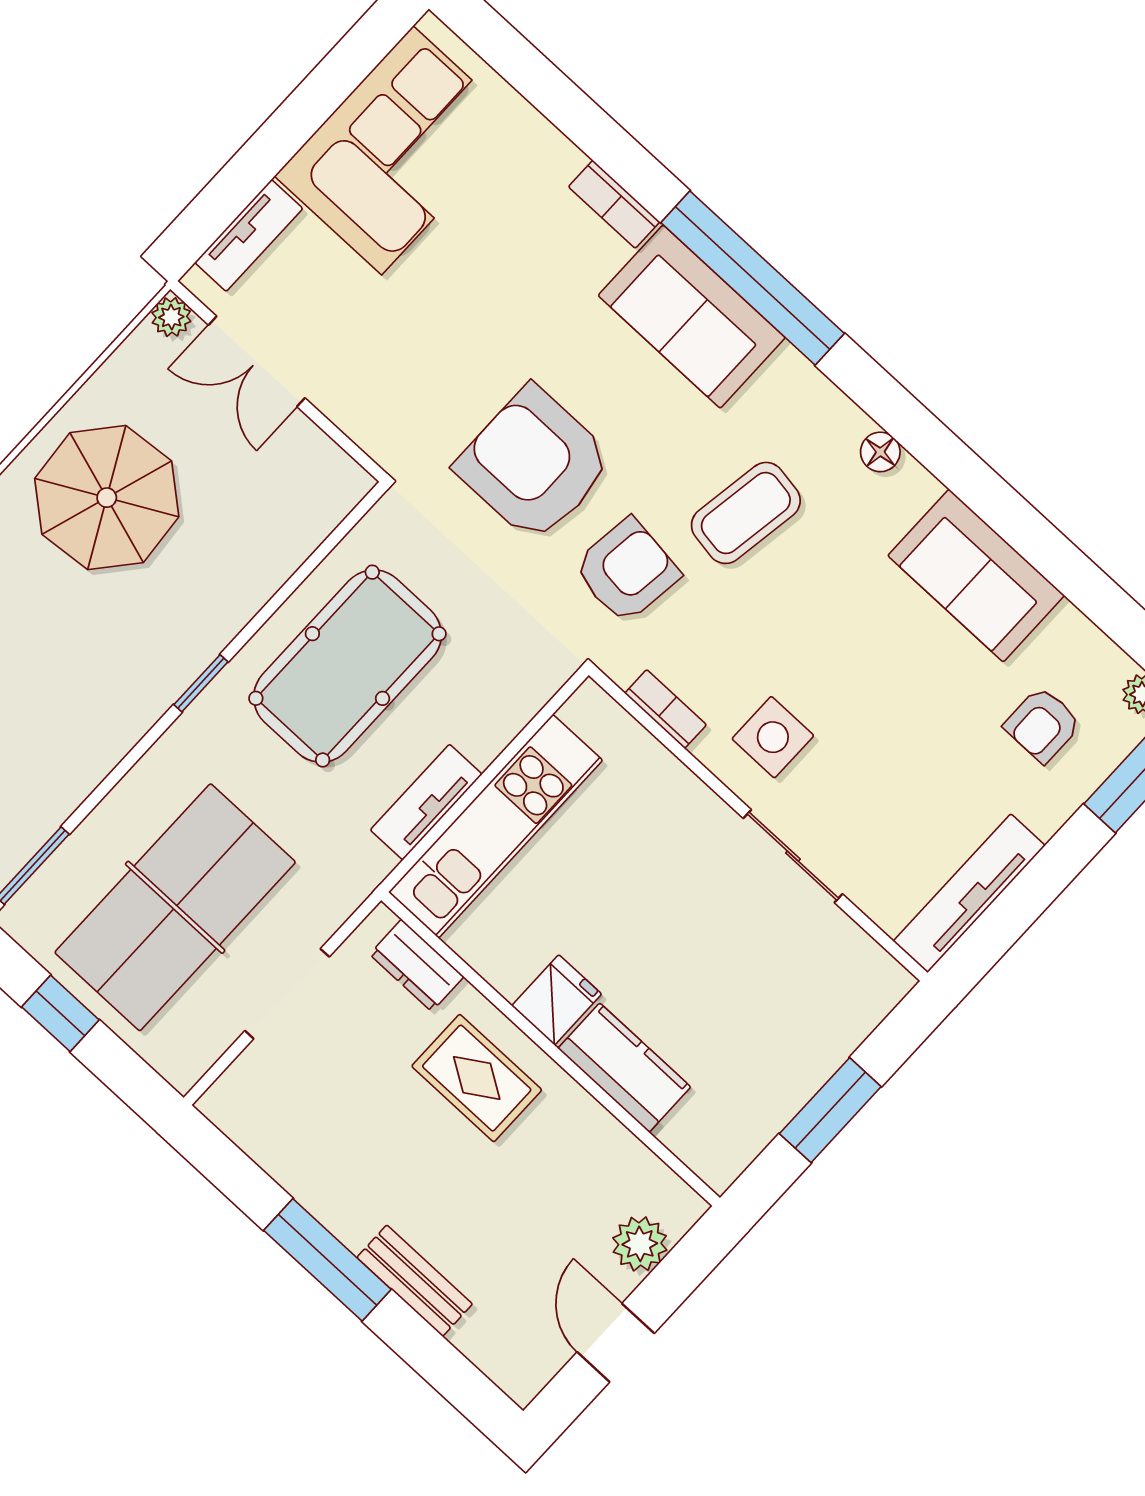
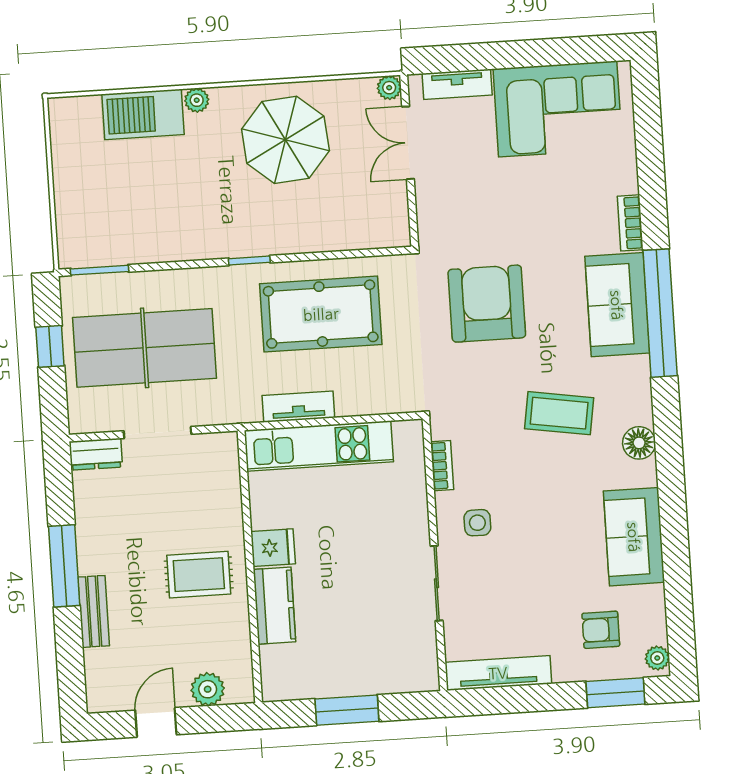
floor lamp: (880, 452) -> (639, 443), width x1.37, depth x1.37
armchair: (627, 571) -> (483, 389), removed
side table: (773, 737) -> (477, 523), width x0.73, depth x0.73
dresser: (417, 965) -> (96, 454), moved, turned -90
rug: (477, 1078) -> (199, 575), moved, turned 90

